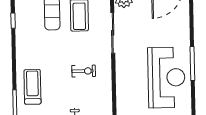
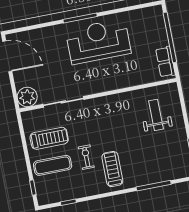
exercise bike: (84, 71) -> (86, 157), moved
treadmill: (32, 87) -> (112, 169), moved, turned 90

